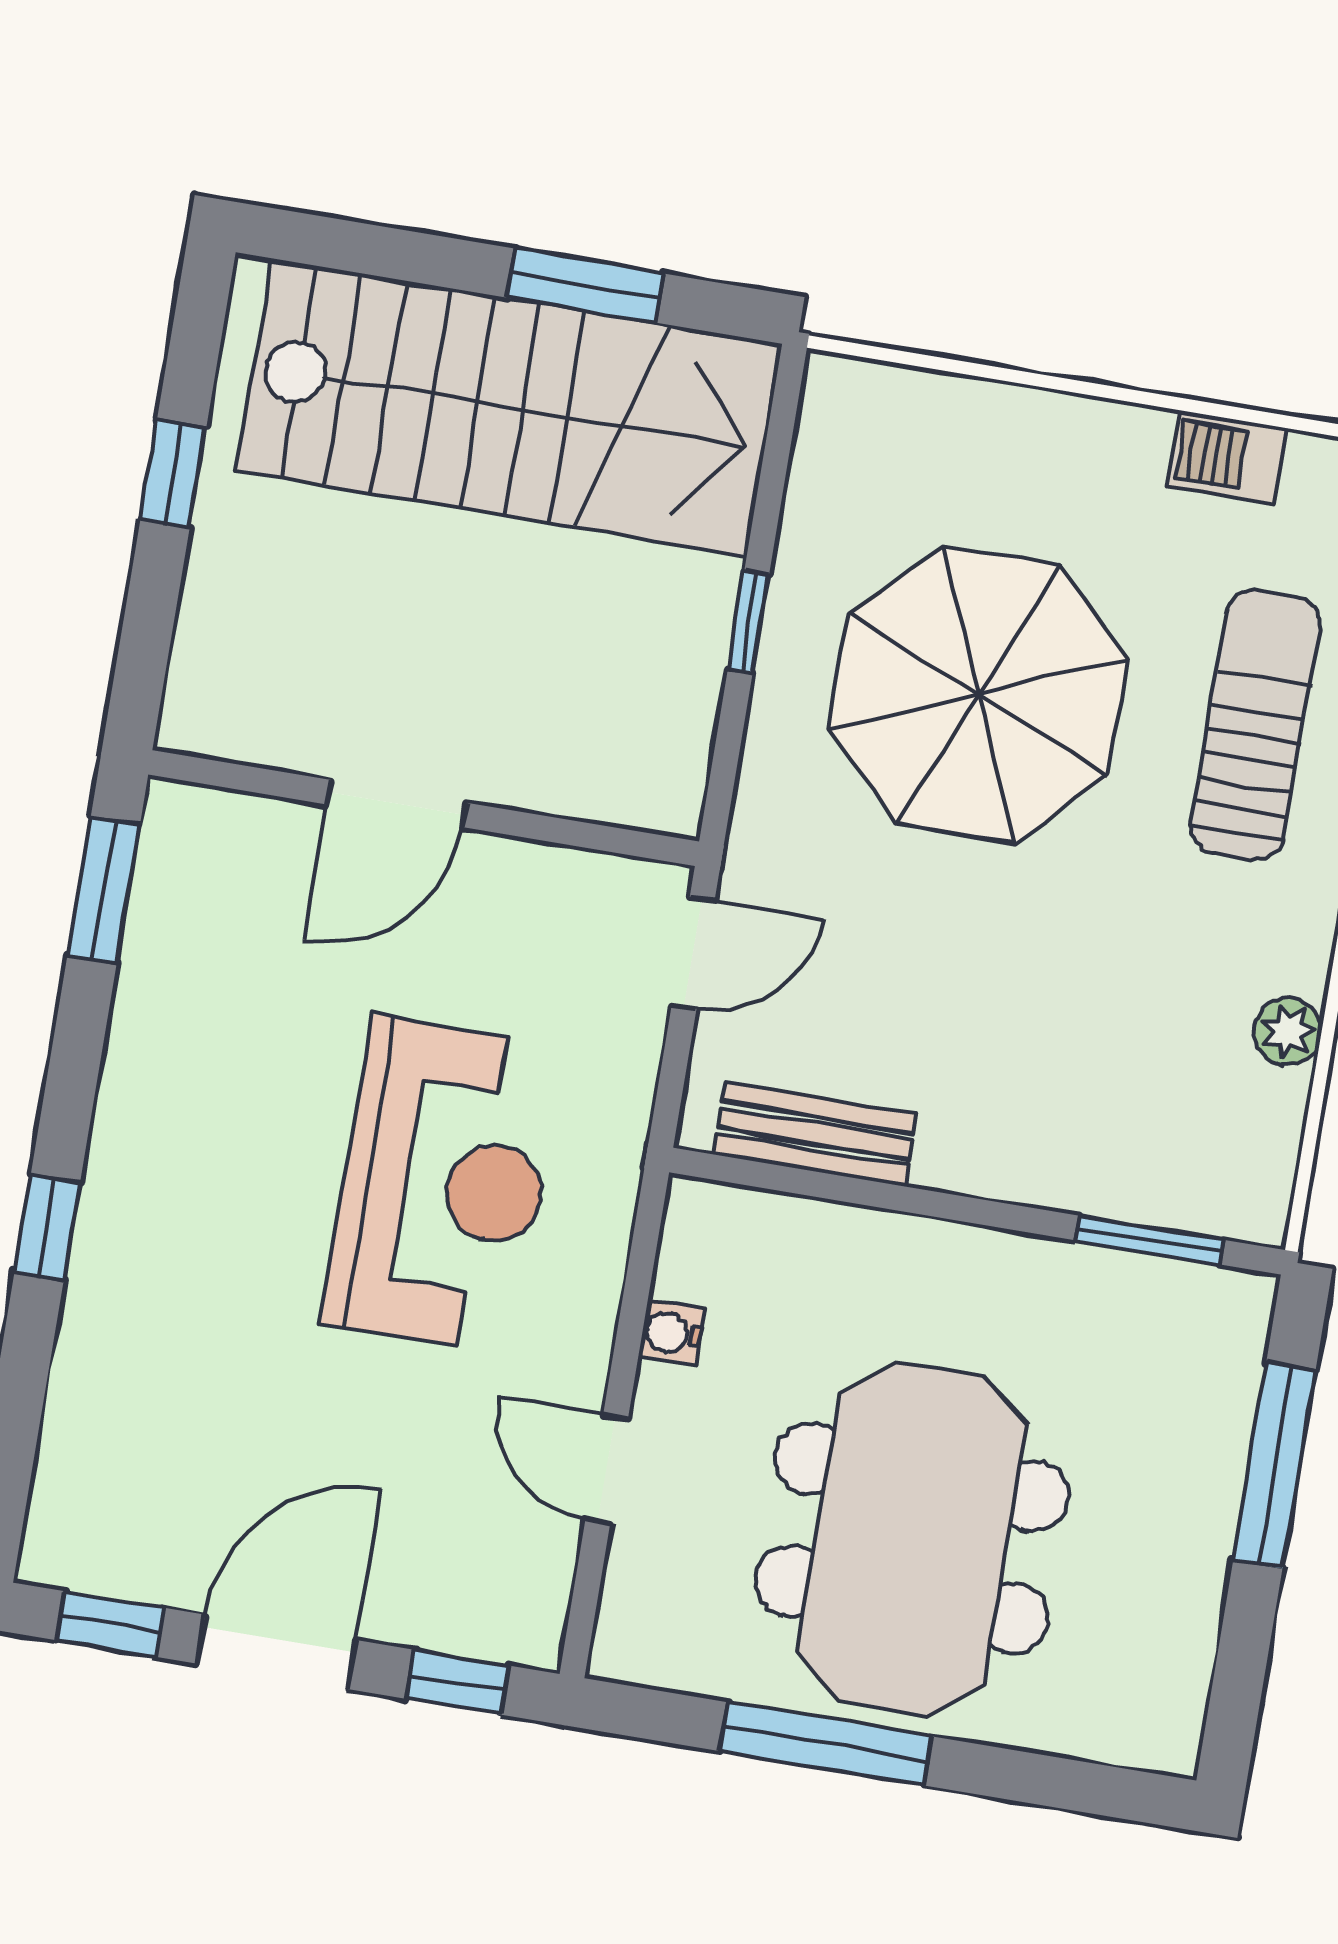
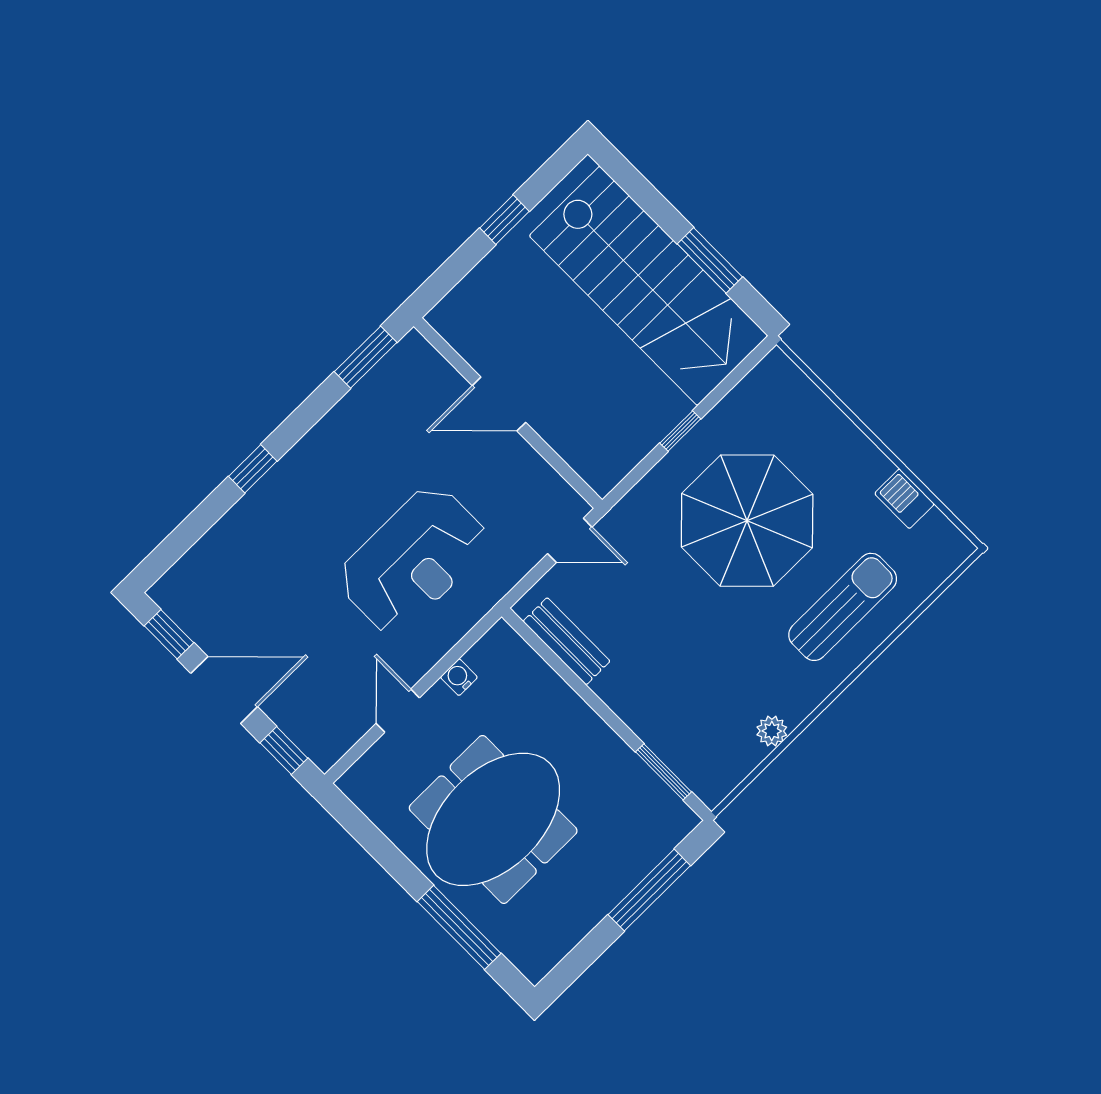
window: (826, 1744) -> (459, 927), moved

